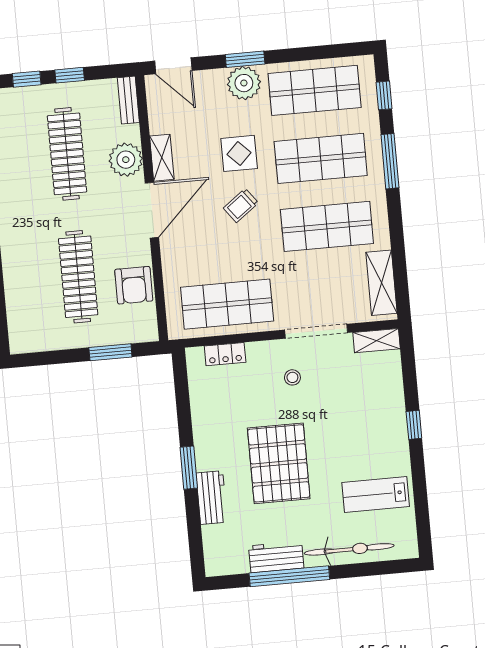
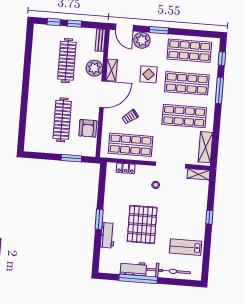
plant: (244, 83) -> (142, 40), moved
trolley: (241, 206) -> (130, 117), moved

